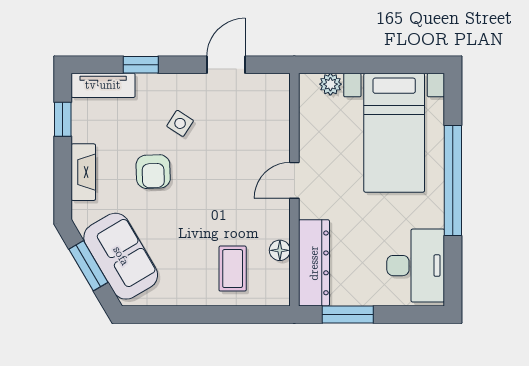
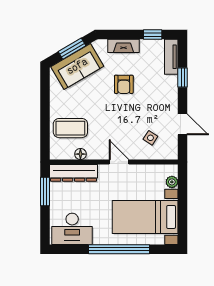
side table: (180, 123) -> (150, 138), moved
armchair: (153, 172) -> (124, 84), turned -88
coffee table: (233, 269) -> (70, 128), width x1.36, depth x1.30

